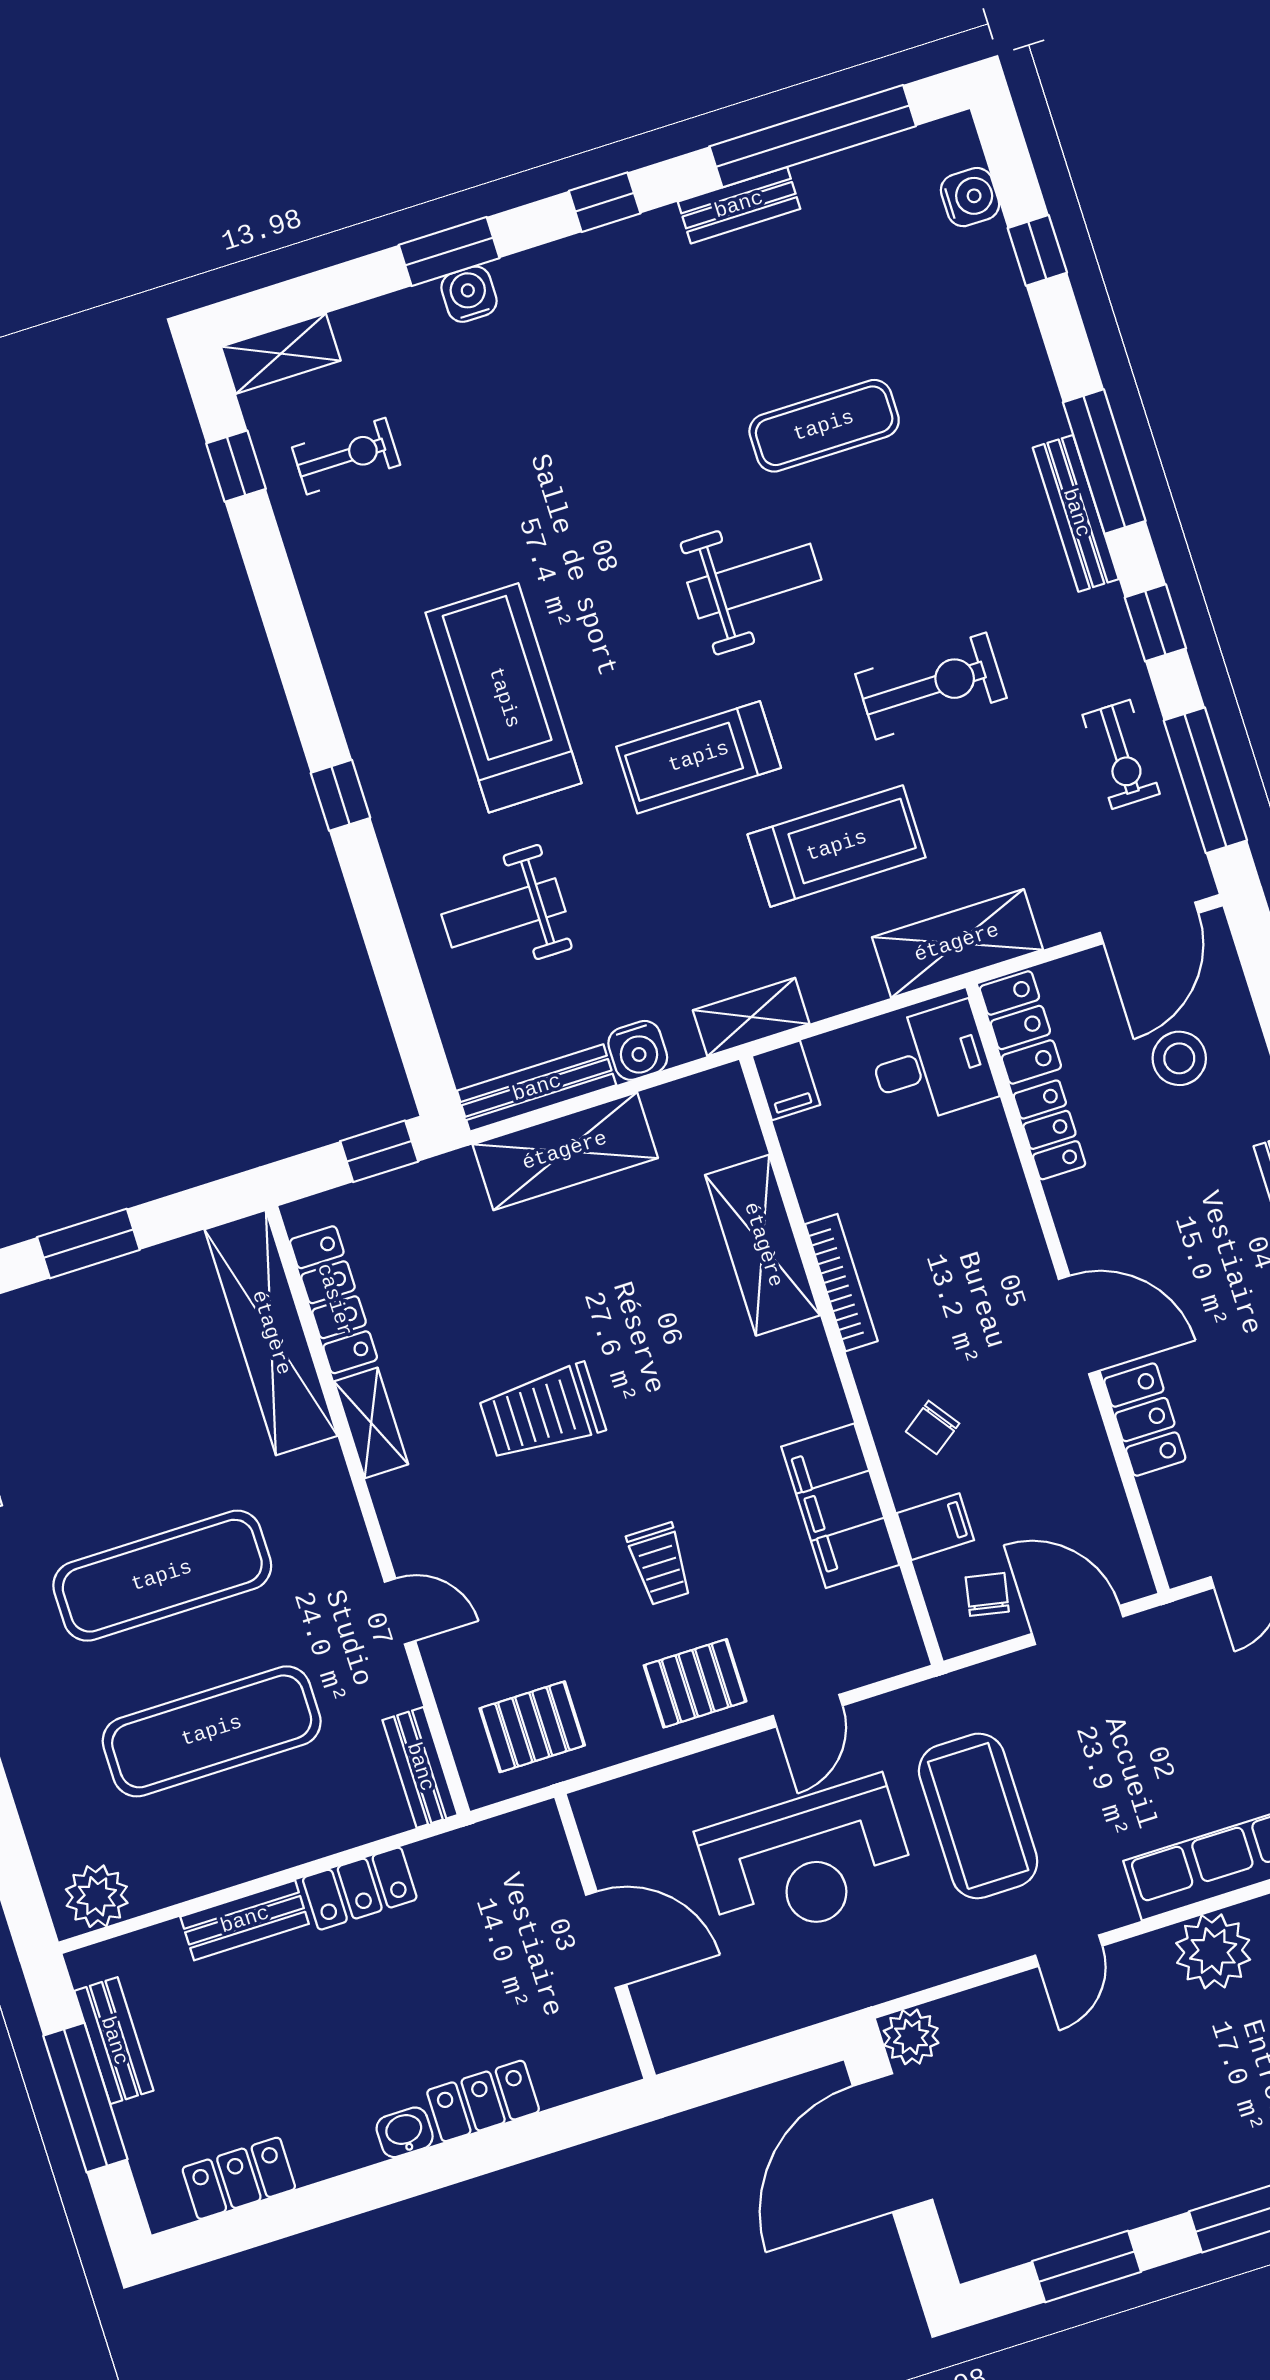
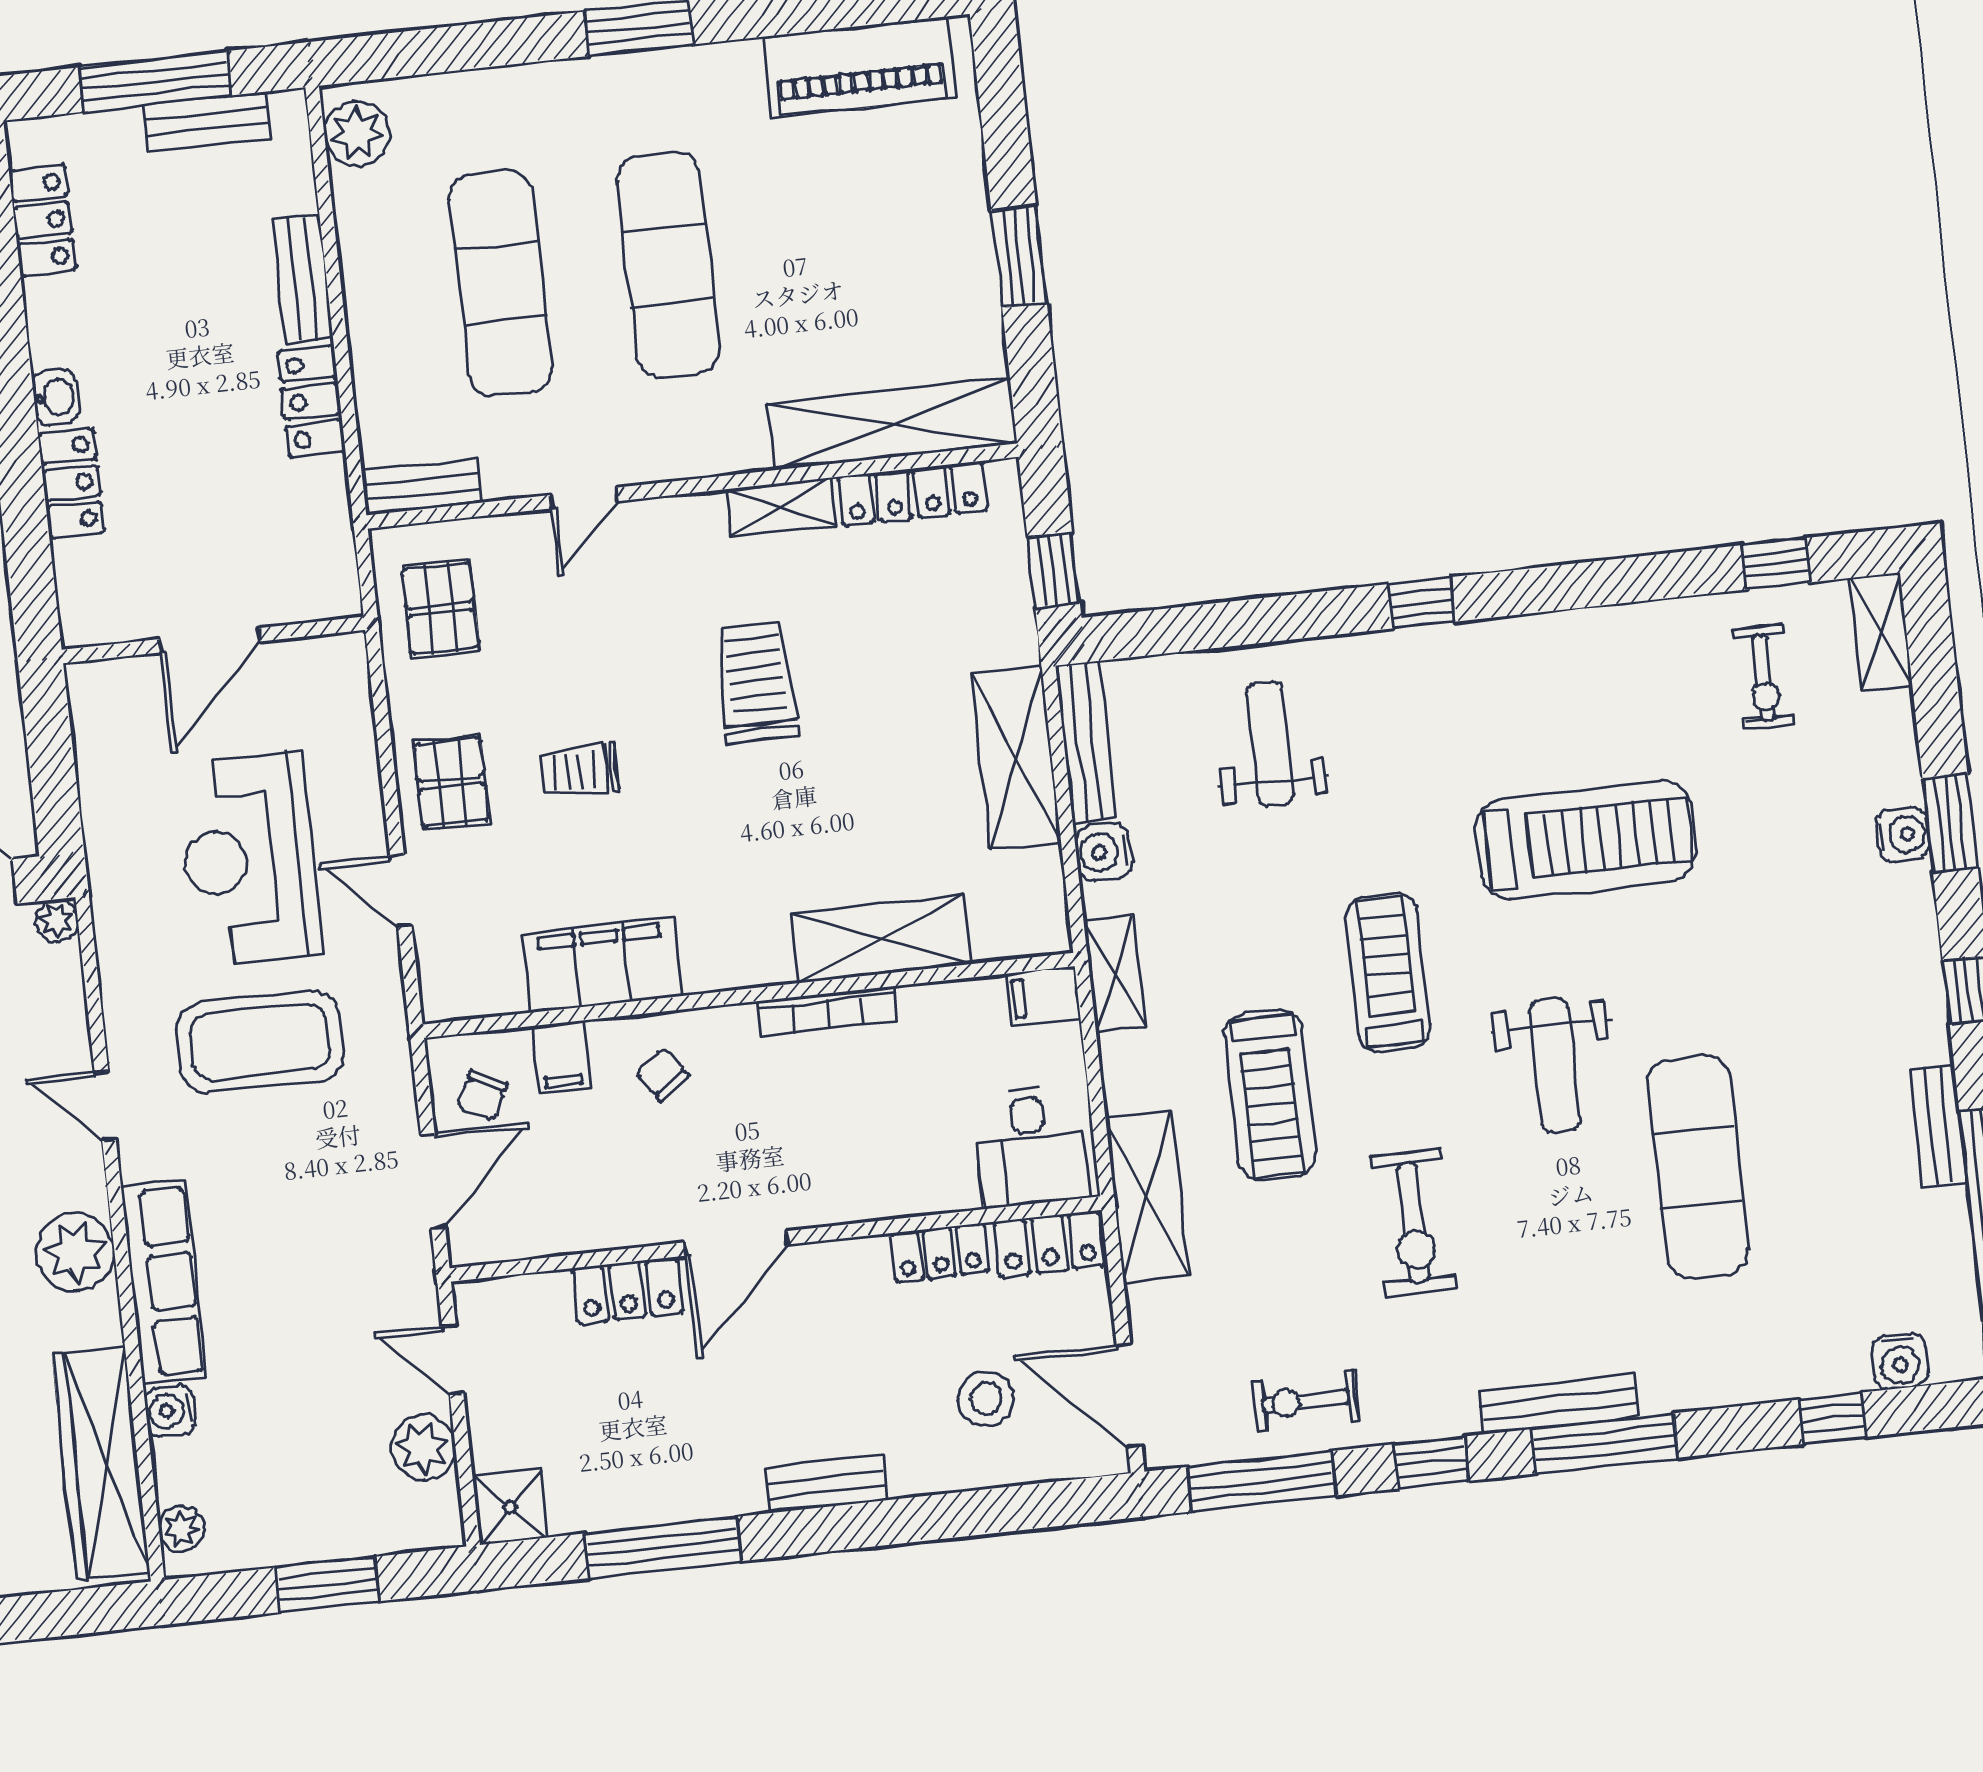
exercise mat: (824, 426) -> (1698, 1167), width x1.36, depth x1.45
treadmill: (504, 698) -> (1586, 840), moved
chair: (987, 1594) -> (482, 1096), turned 105
plant: (911, 2037) -> (57, 920), width x0.73, depth x0.73

